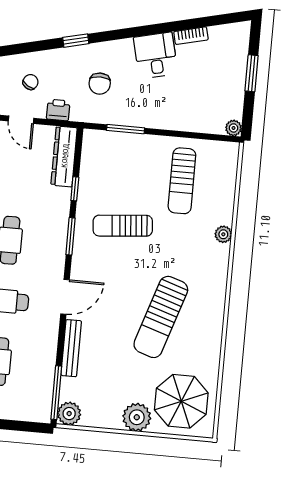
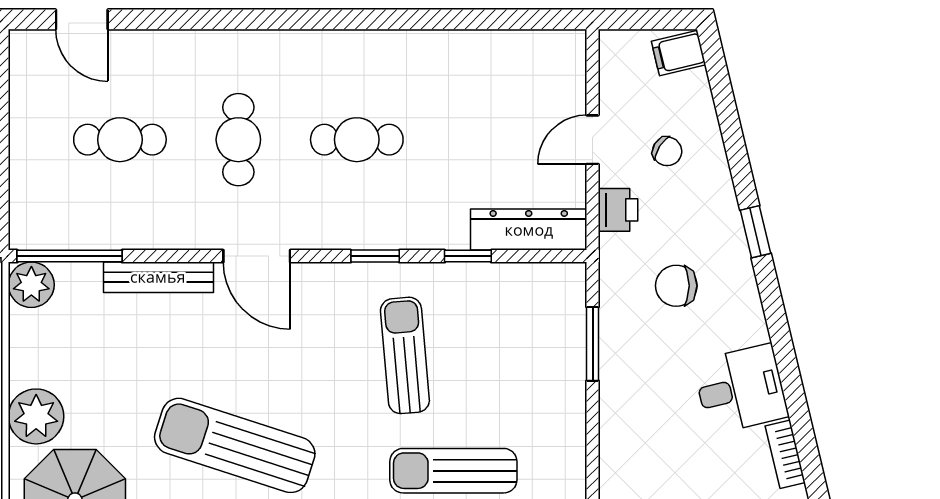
sun lounger: (182, 181) -> (453, 471), moved
window: (70, 236) -> (375, 256), width x0.67

